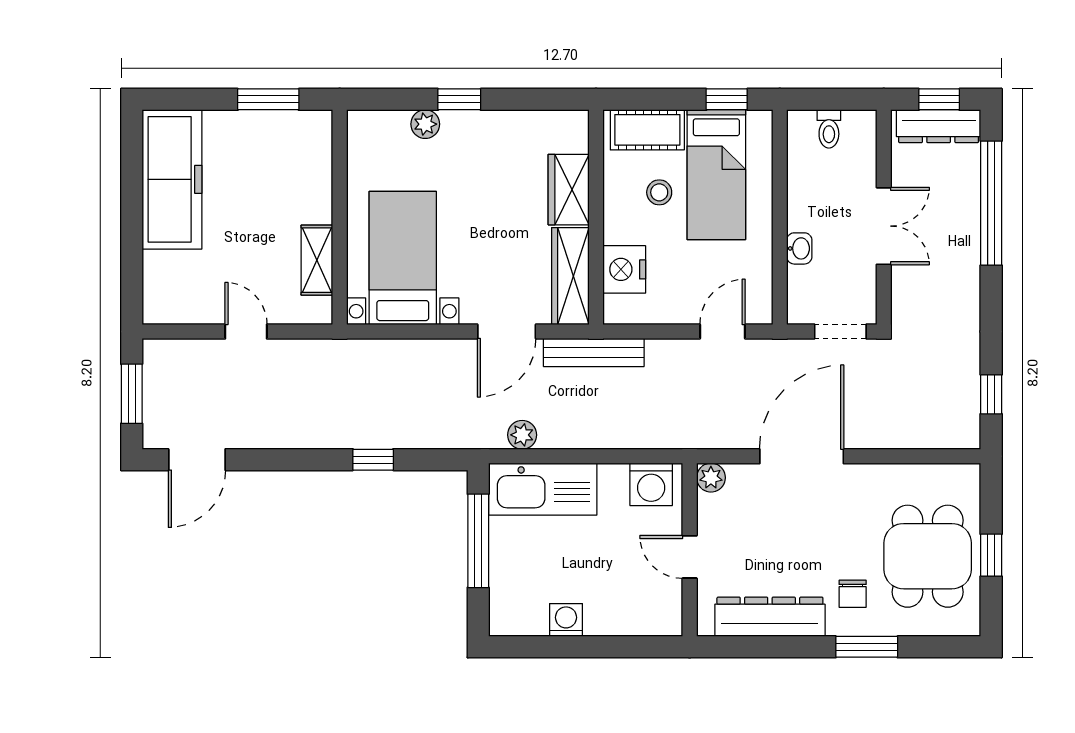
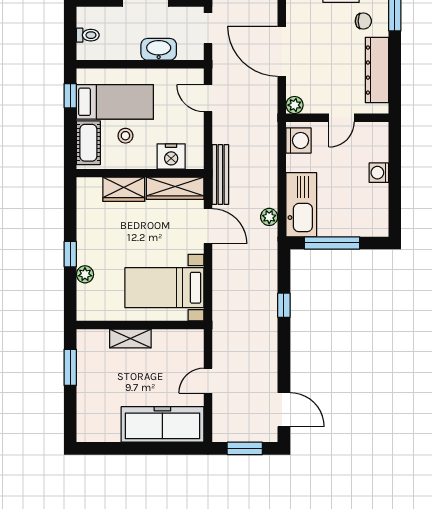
freezer: (172, 179) -> (162, 424), moved
washbasin: (799, 248) -> (159, 49), width x1.91, depth x1.45
shelving: (317, 260) -> (130, 339), moved
washing machine: (566, 620) -> (379, 173), moved

